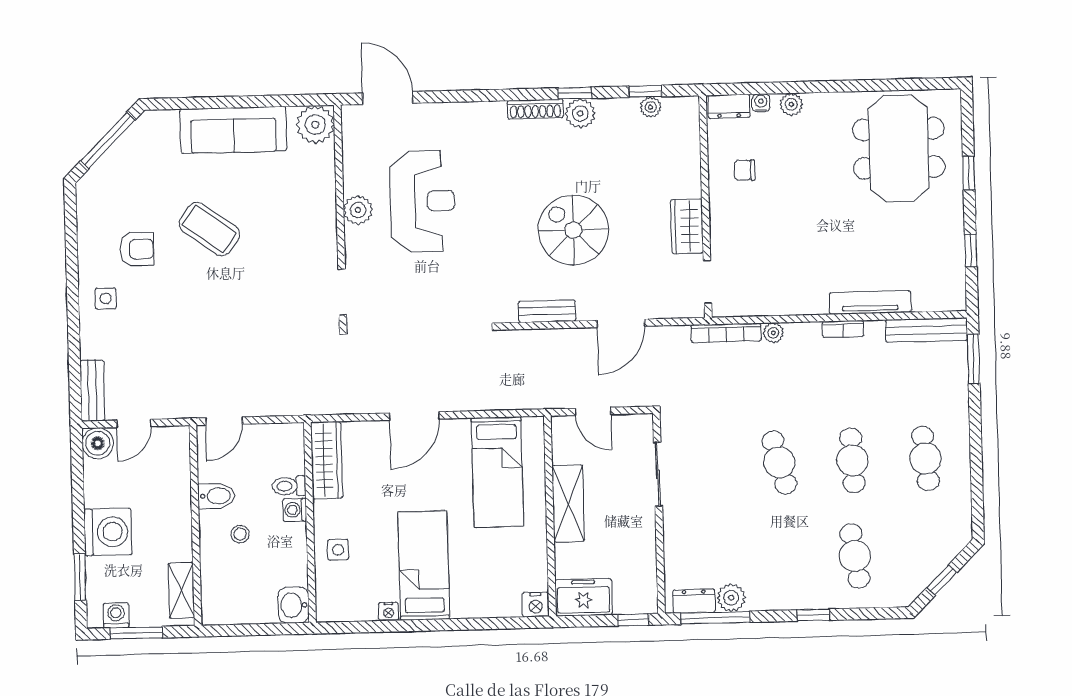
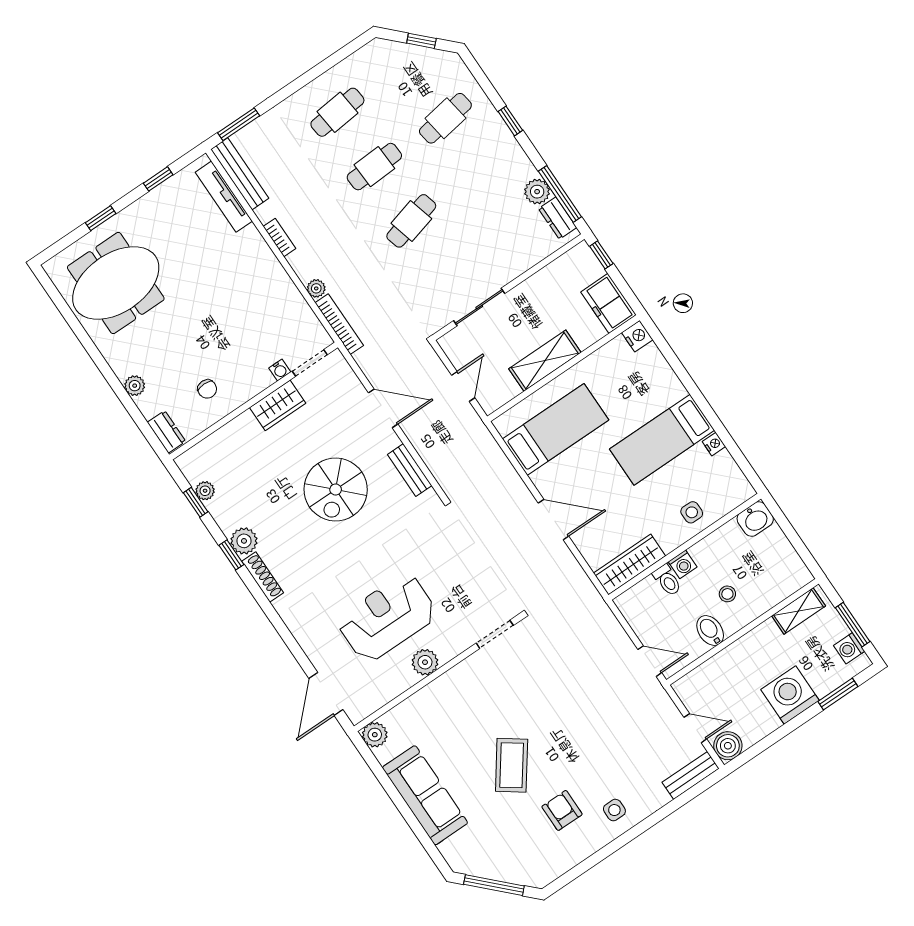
water cooler: (761, 103) -> (280, 370), moved, turned -90
plant: (315, 125) -> (375, 735), width x0.73, depth x0.73
tv unit: (870, 303) -> (224, 197), moved

